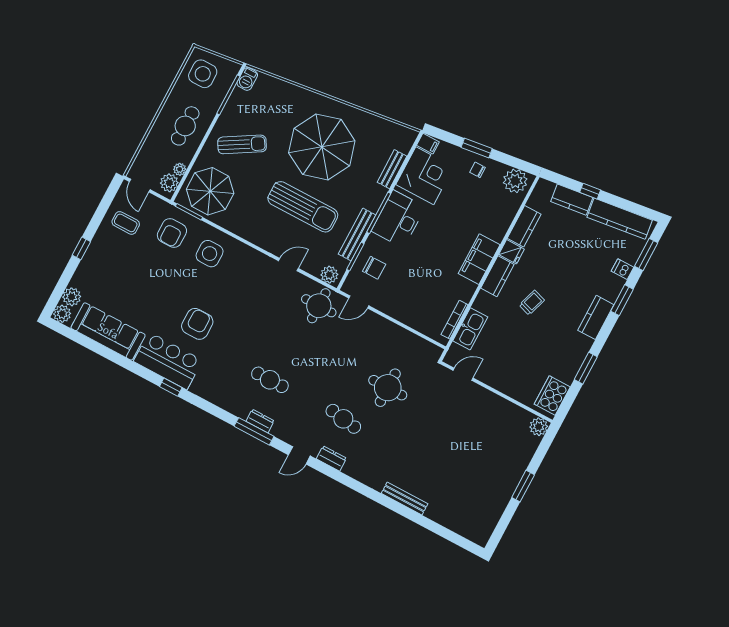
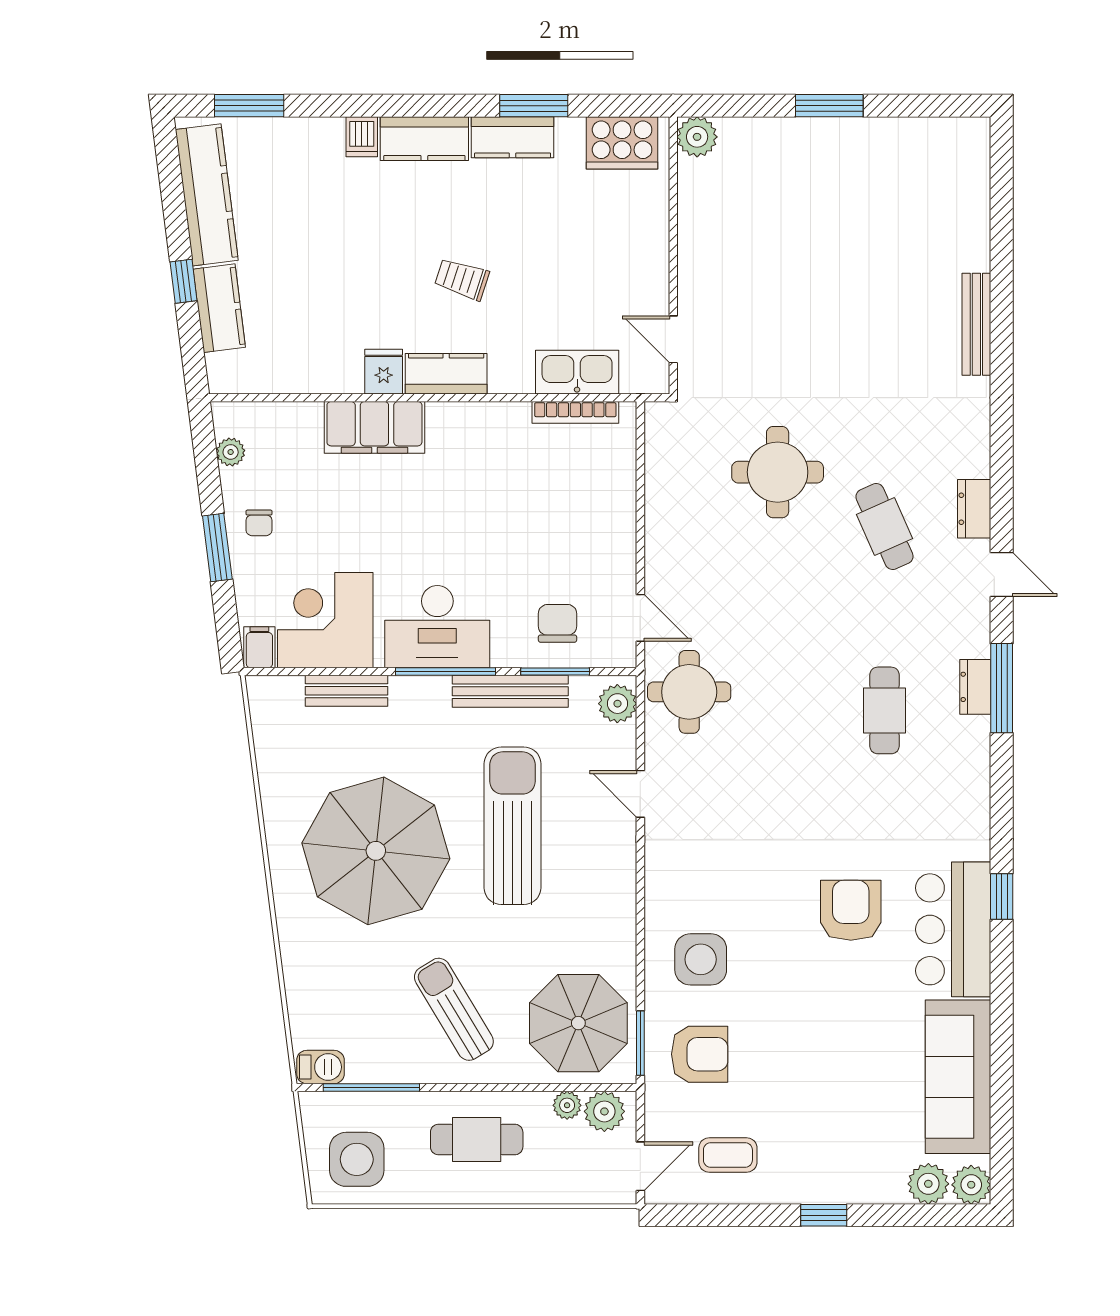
plant: (515, 181) -> (231, 452), width x0.53, depth x0.53
coffee table: (126, 223) -> (728, 1155), turned 90
kitchen counter: (524, 226) -> (513, 137), moved, turned 180
filing cabinet: (479, 259) -> (374, 427), moved
dishwasher: (623, 269) -> (362, 137), moved
window: (622, 300) -> (364, 106), removed
armchair: (197, 324) -> (851, 910), turned 90
cafe table: (343, 419) -> (884, 527), turned -33

